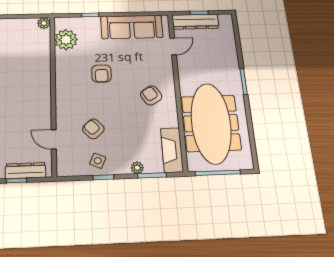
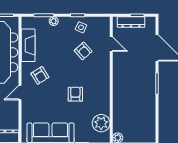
door: (173, 46) -> (20, 93), moved
fireplace: (172, 150) -> (28, 45), moved

